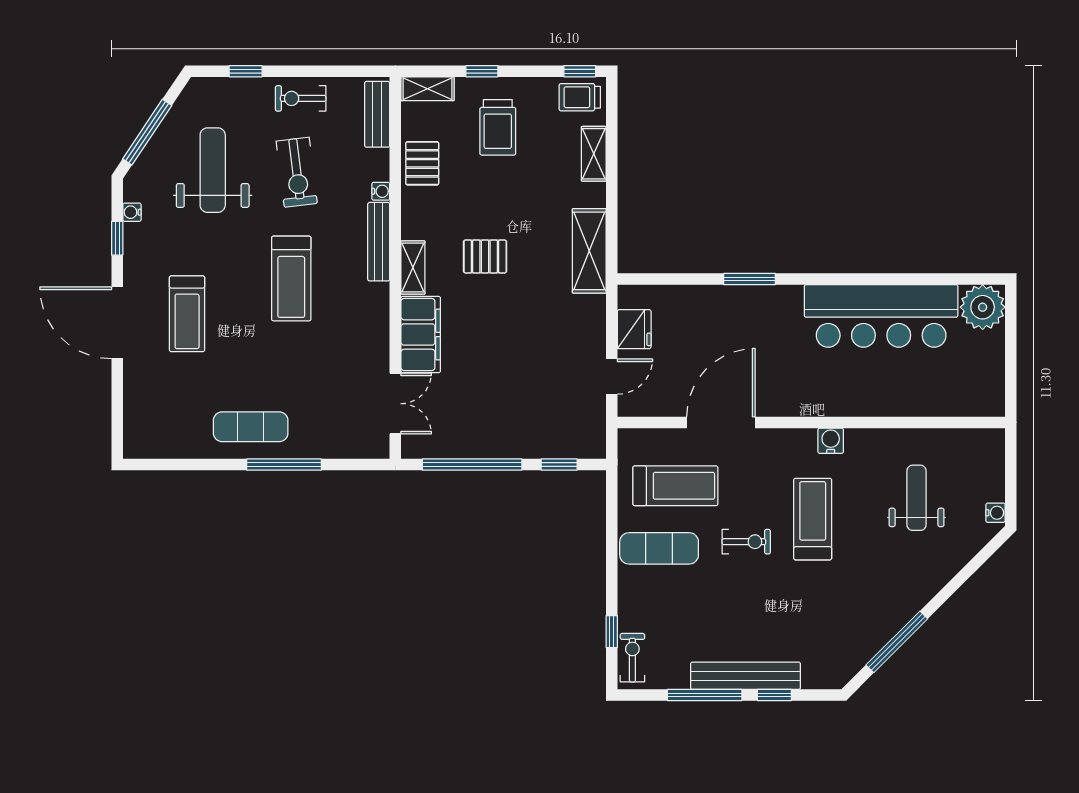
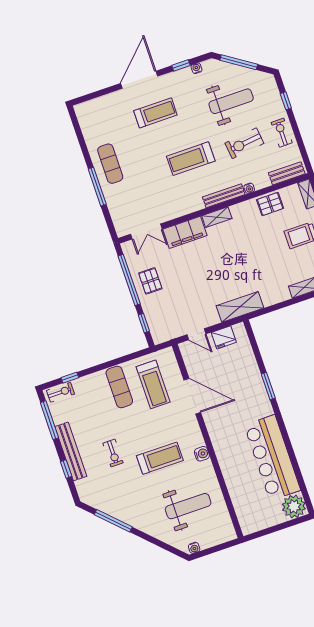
shelving: (589, 251) -> (240, 307), moved
pallet: (485, 256) -> (150, 281), moved
treadmill: (187, 314) -> (155, 113), turned 180
weight bench: (917, 498) -> (188, 506), width x1.36, depth x1.33
exercise bike: (746, 542) -> (113, 453), moved
window: (705, 695) -> (49, 420), moved

